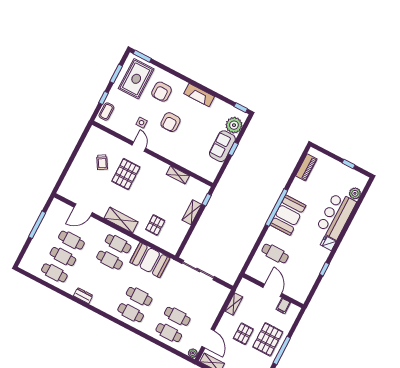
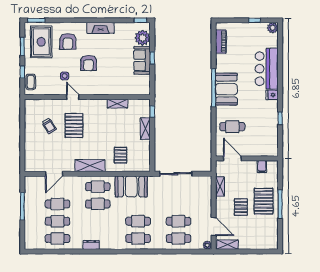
plant: (355, 193) -> (273, 28), moved
door: (272, 290) -> (232, 158), moved

